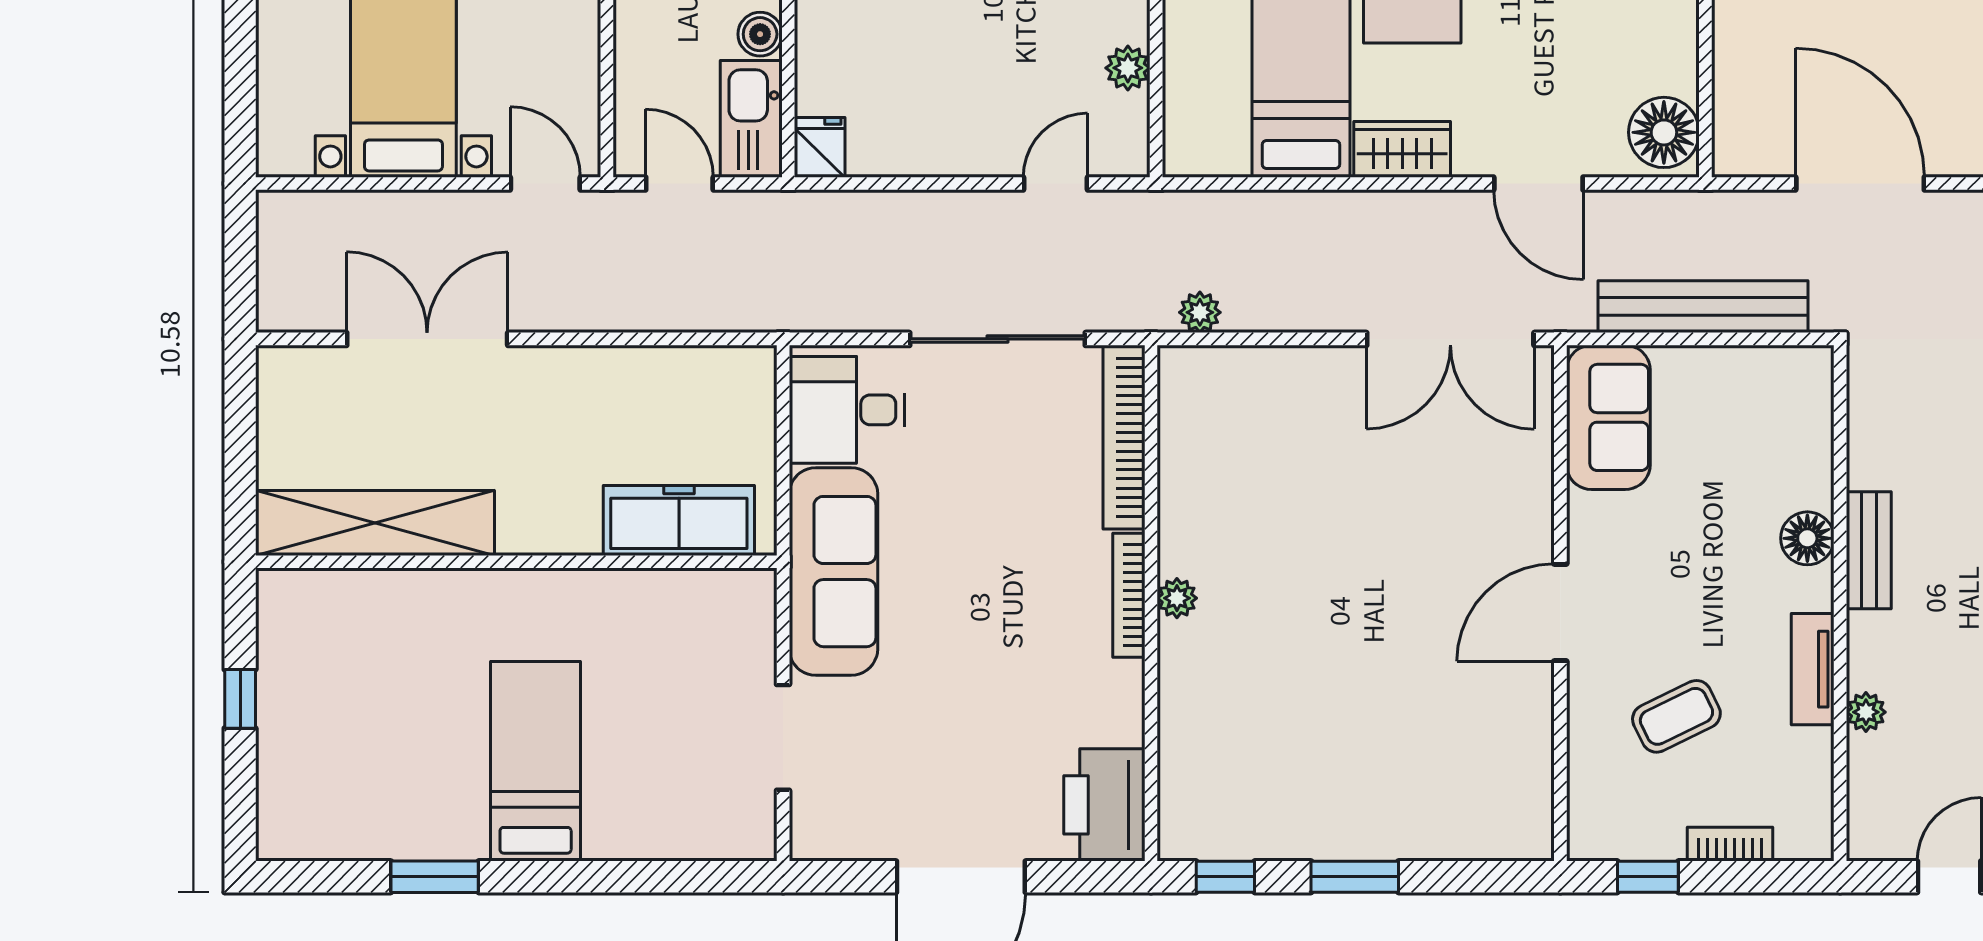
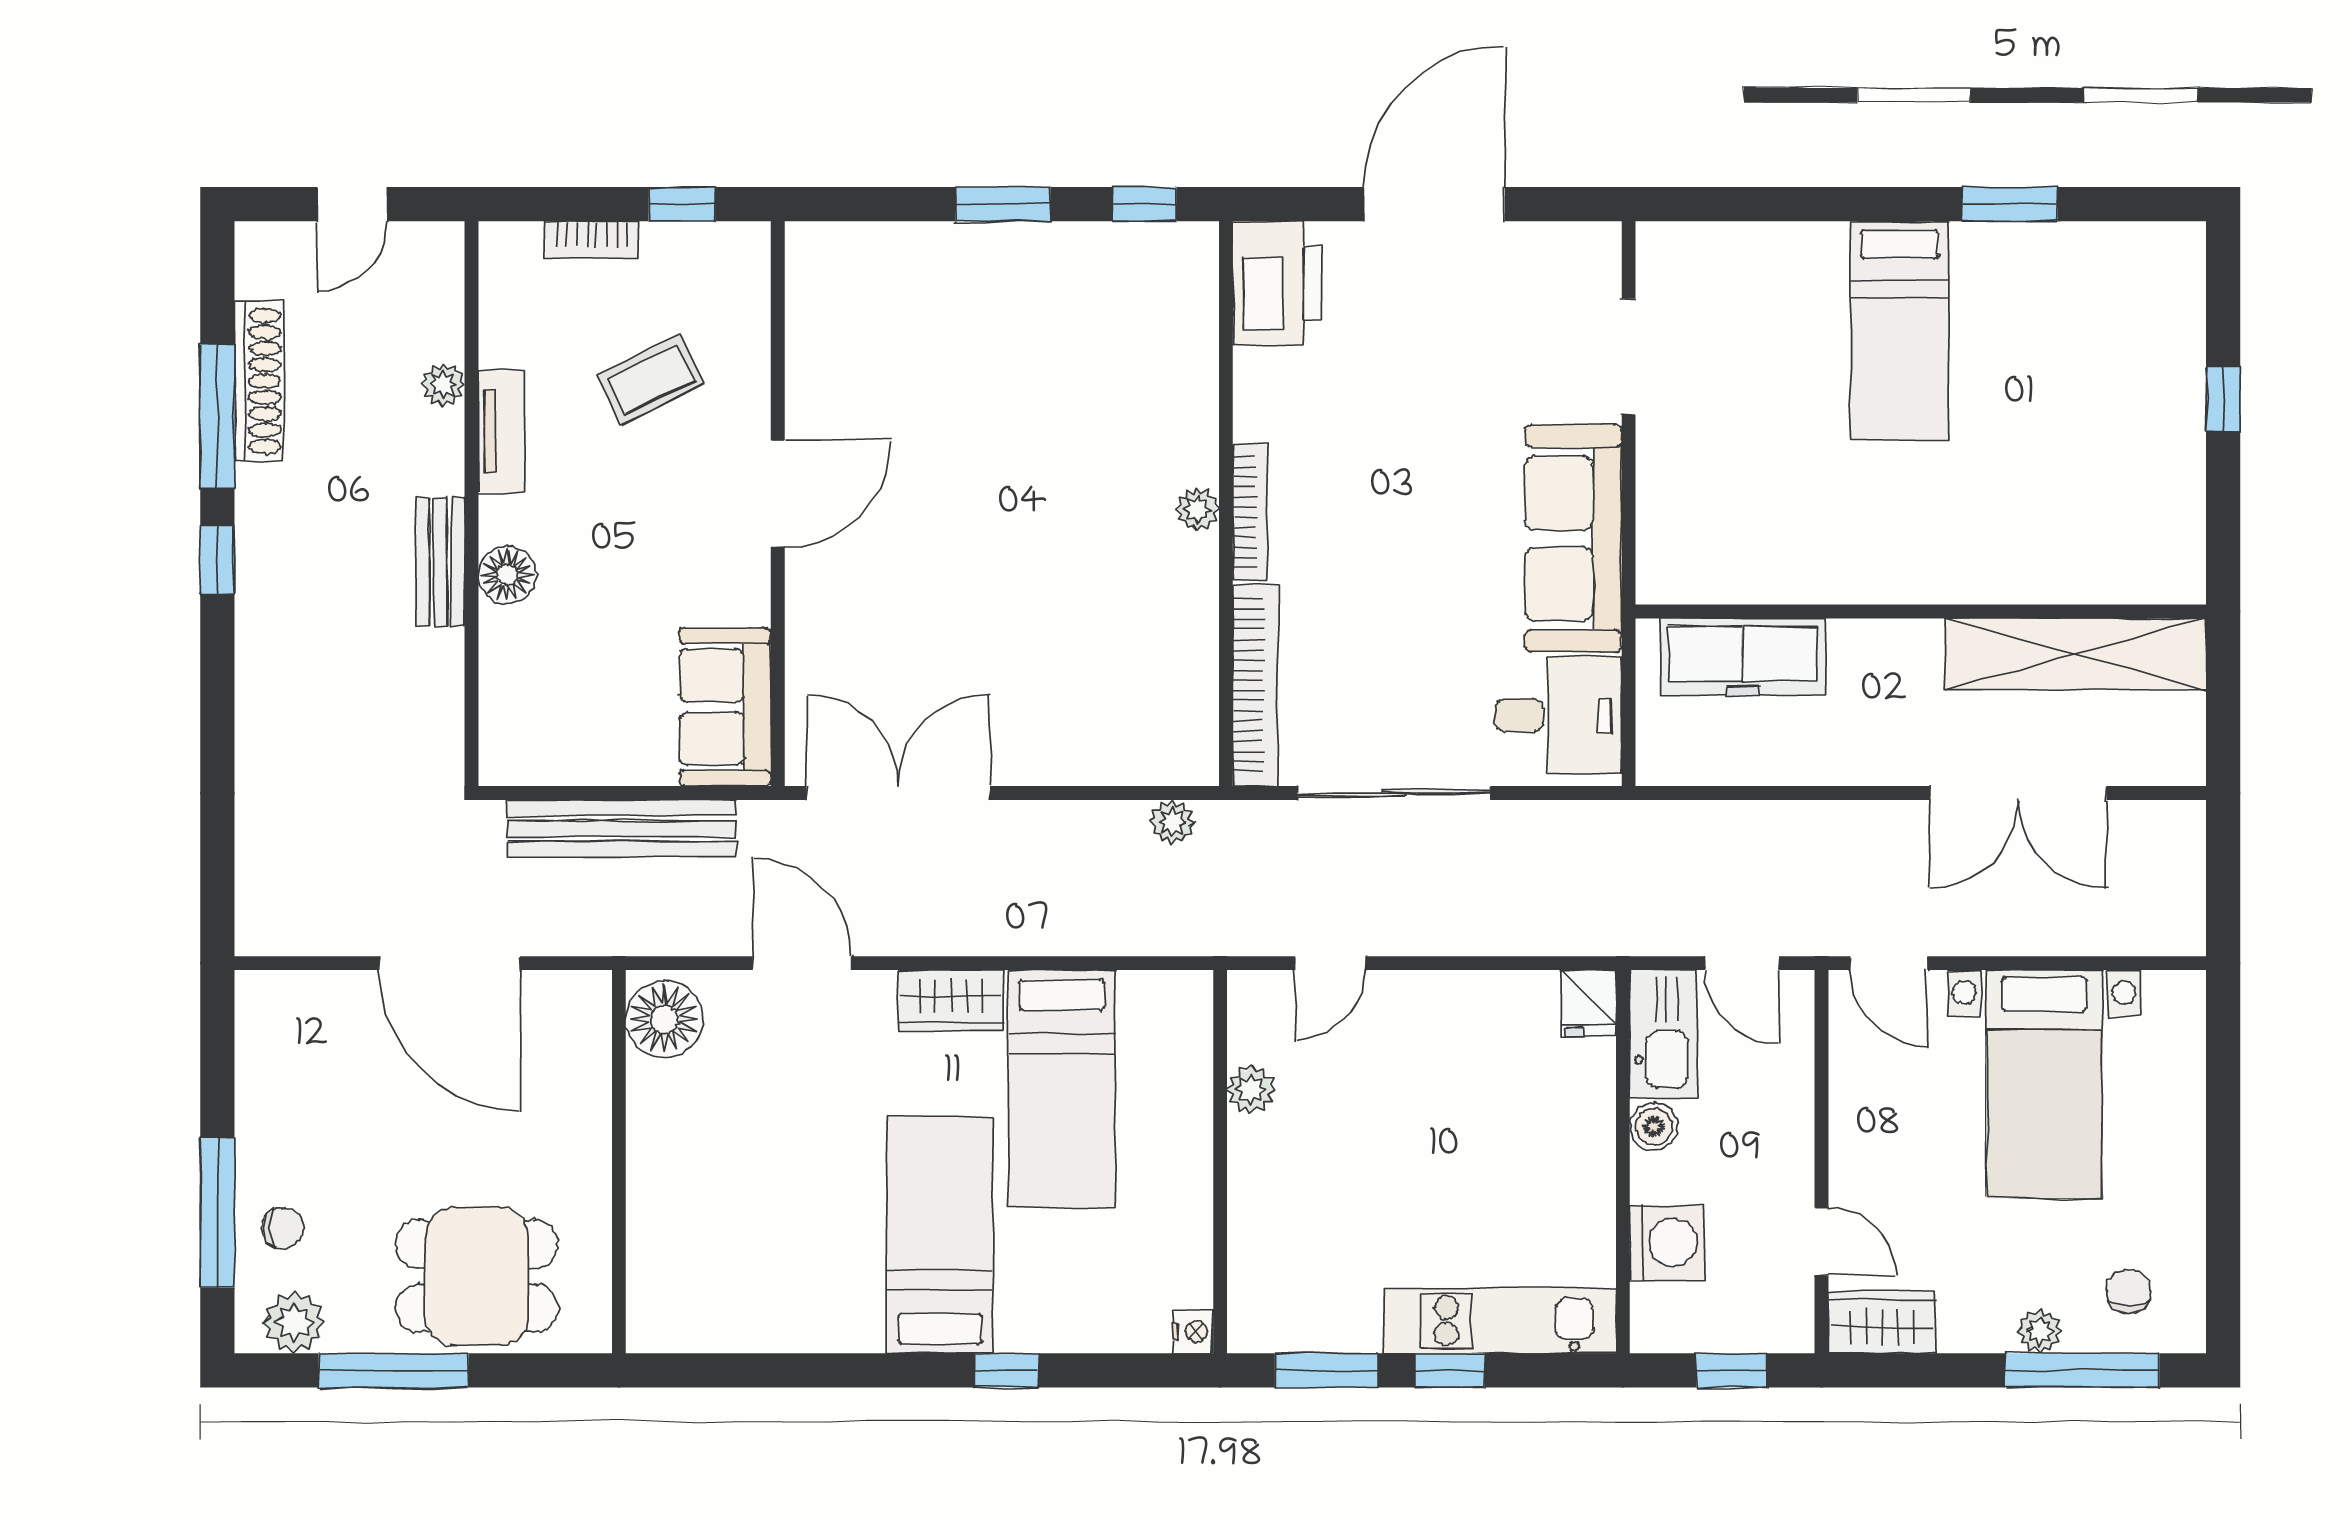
freezer: (679, 520) -> (1743, 657), moved
shelving: (375, 523) -> (2075, 654), moved
wall: (516, 562) -> (1921, 611), moved

